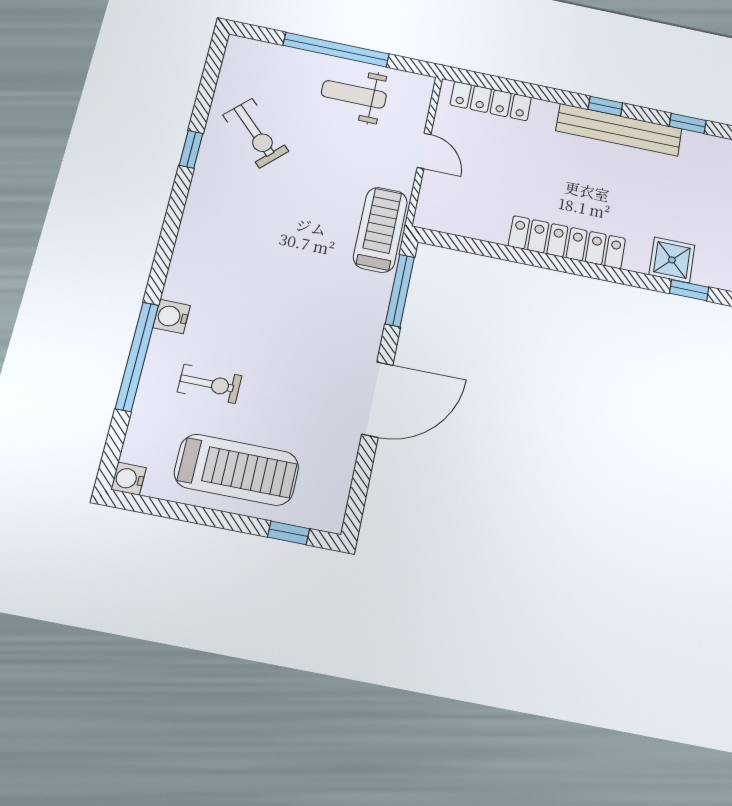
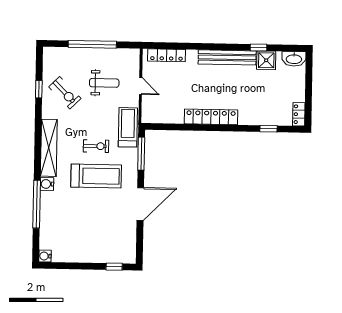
weight bench: (354, 94) -> (104, 83), moved, turned 180
window: (605, 106) -> (219, 47), removed
window: (191, 149) -> (39, 89), moved
shelving: (194, 240) -> (49, 148), added
shower: (672, 260) -> (266, 60), moved
exercise bike: (210, 384) -> (96, 146), moved
treadmill: (237, 470) -> (96, 176), moved

